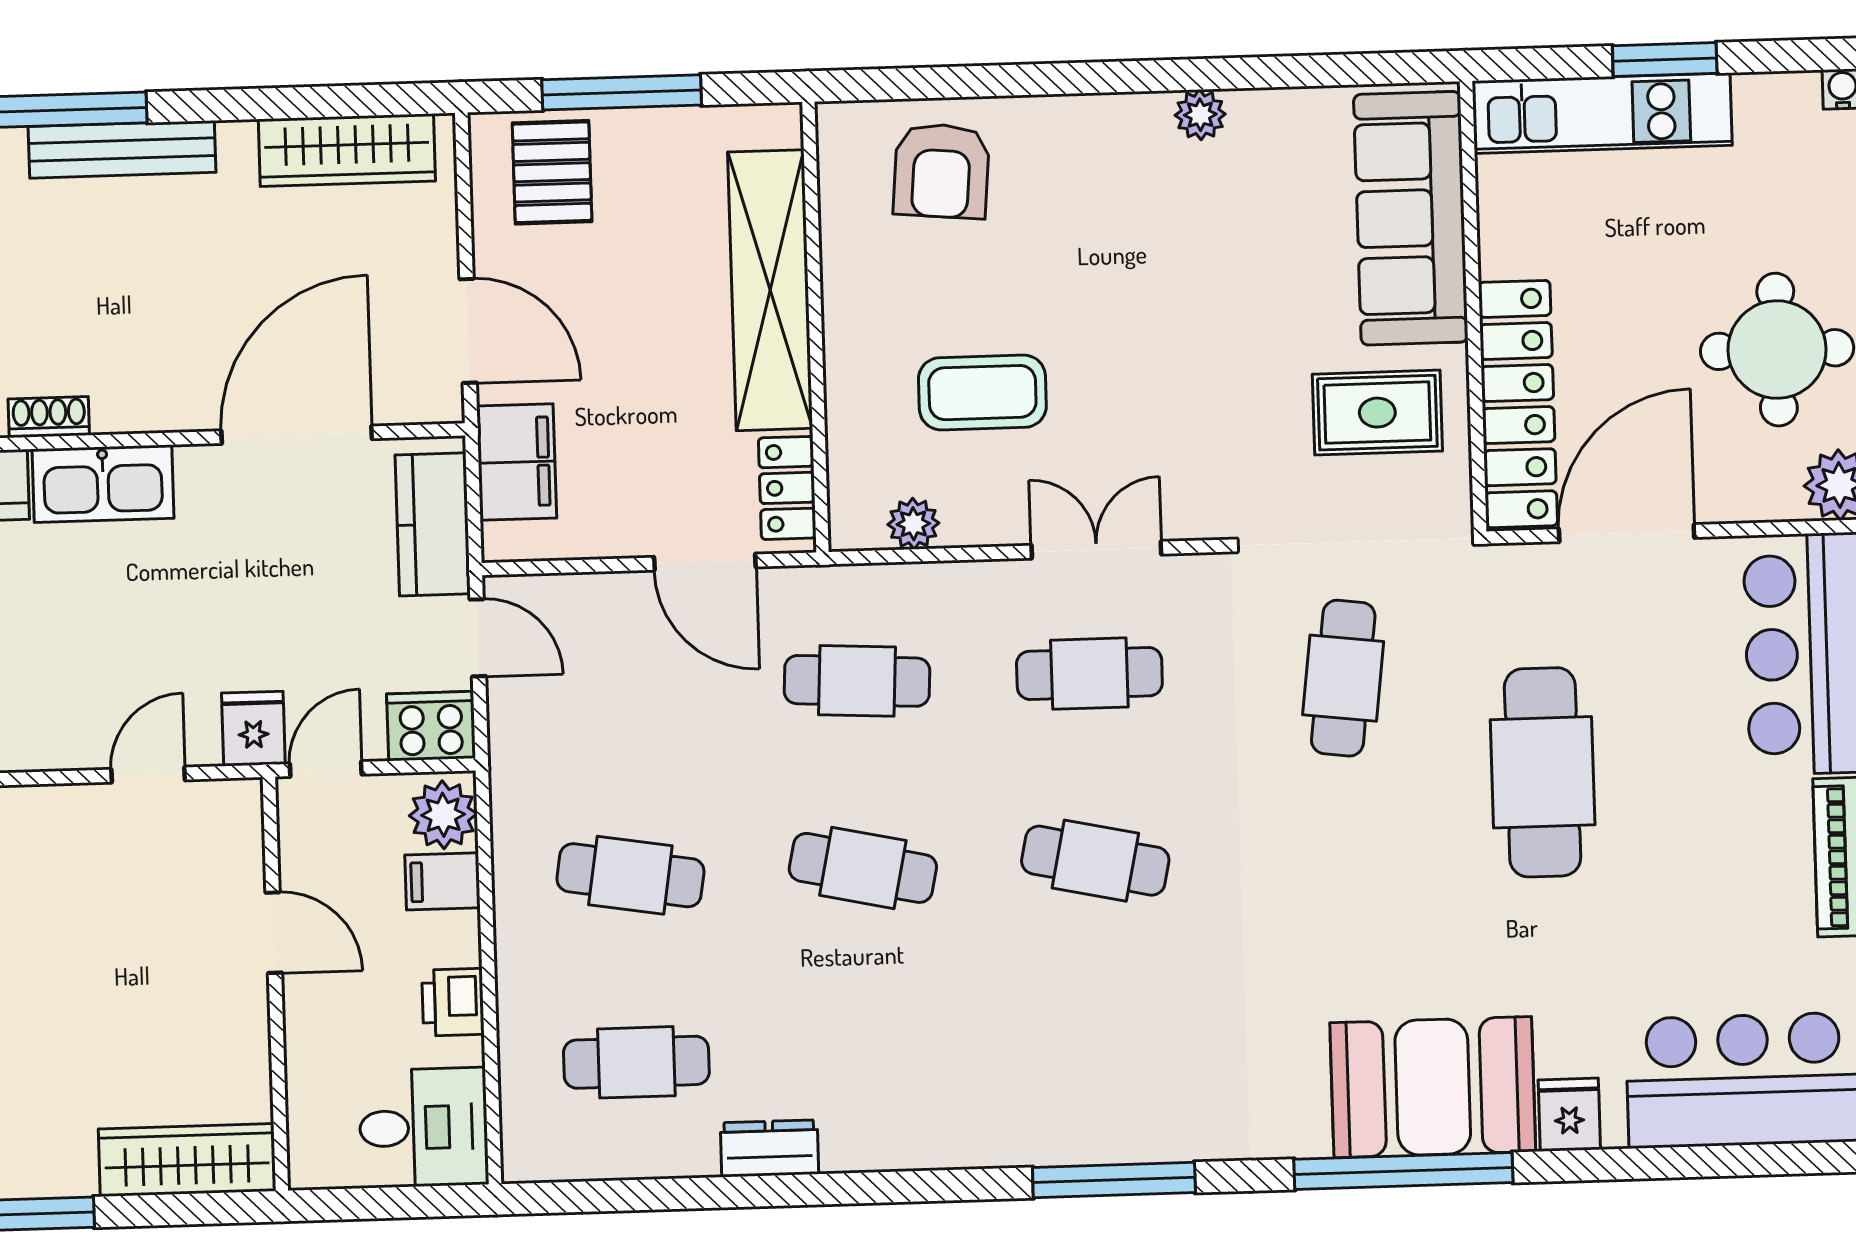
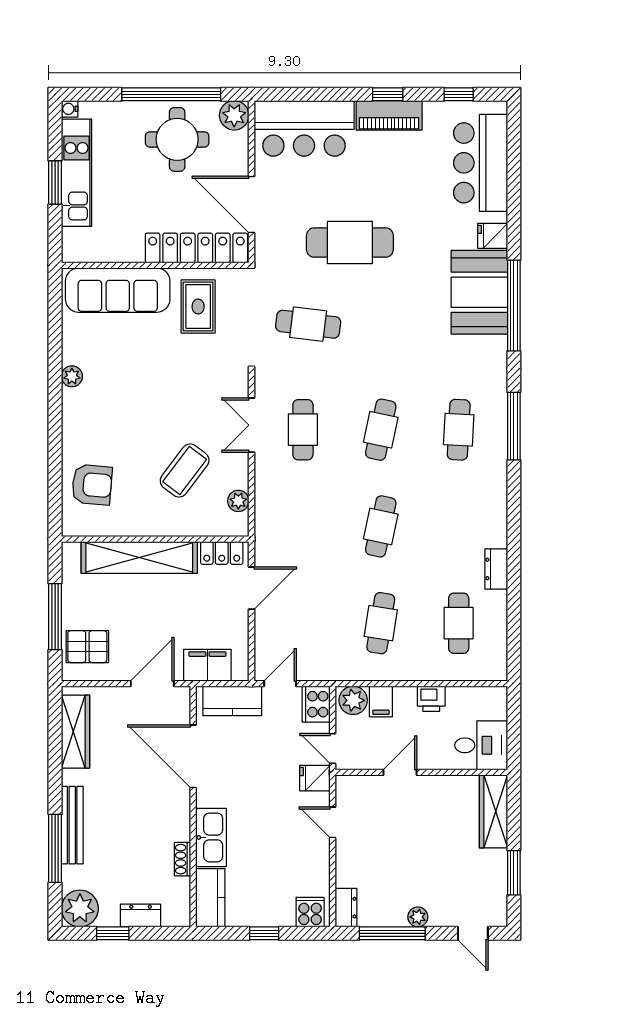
kitchen unit: (1602, 113) -> (77, 173), moved
coffee table: (982, 393) -> (185, 471), turned 37
cafe table: (857, 681) -> (459, 430), moved
desk: (424, 1128) -> (481, 745), moved, turned 90

